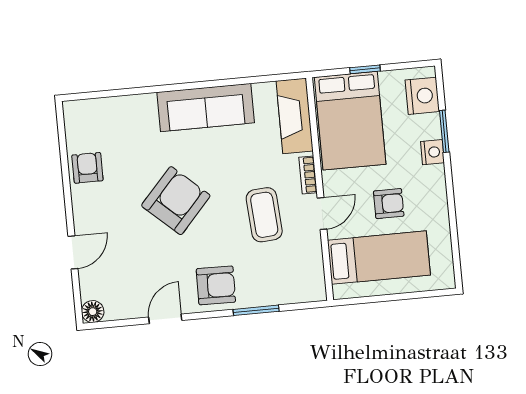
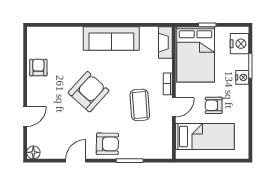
fireplace: (295, 116) -> (165, 43), width x0.73, depth x0.76
armchair: (389, 204) -> (214, 105), turned 180

